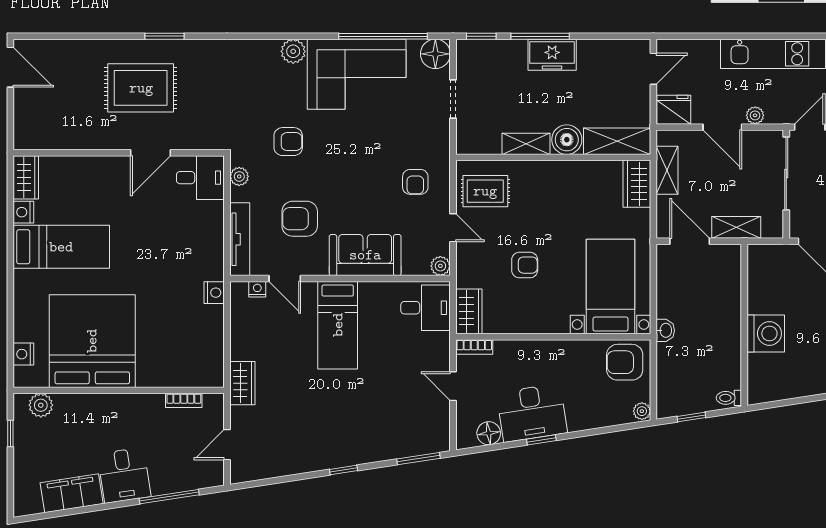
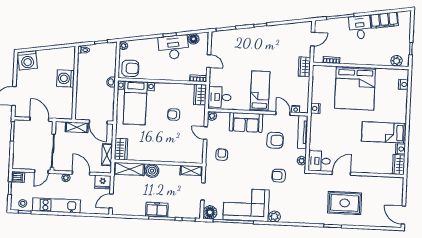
shelving: (526, 144) -> (191, 171), moved
rug: (485, 191) -> (190, 149), removed
bed: (92, 341) -> (355, 88), moved

